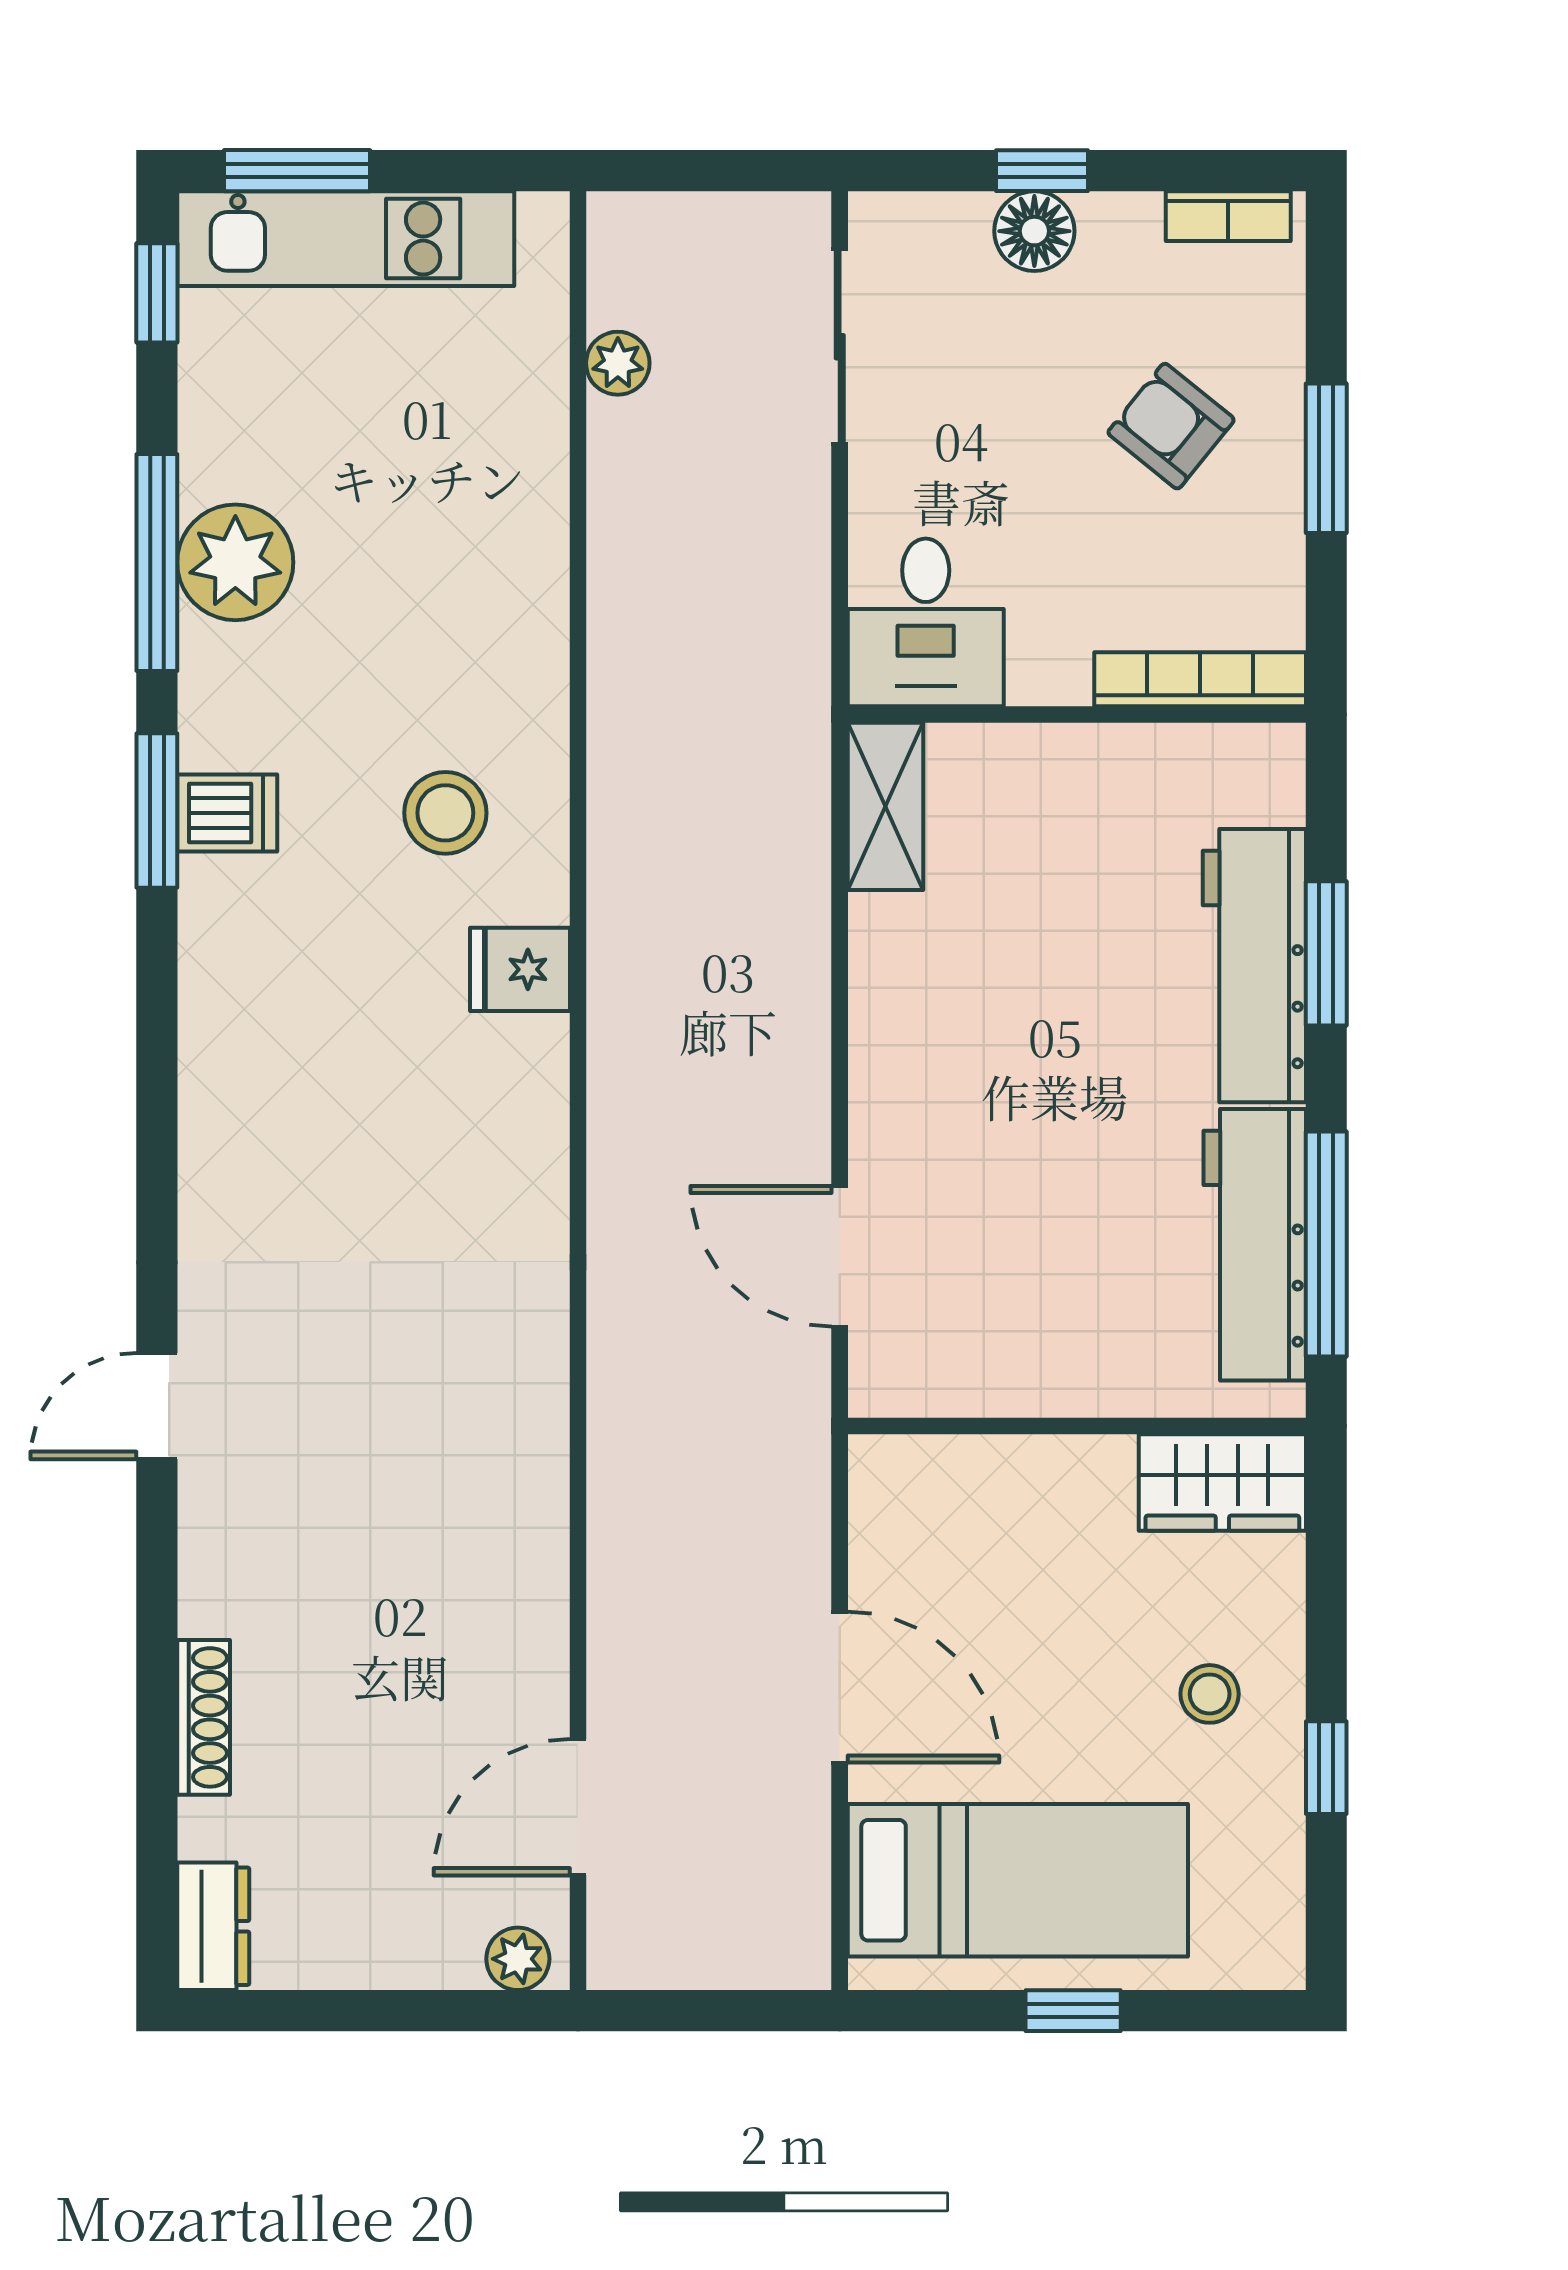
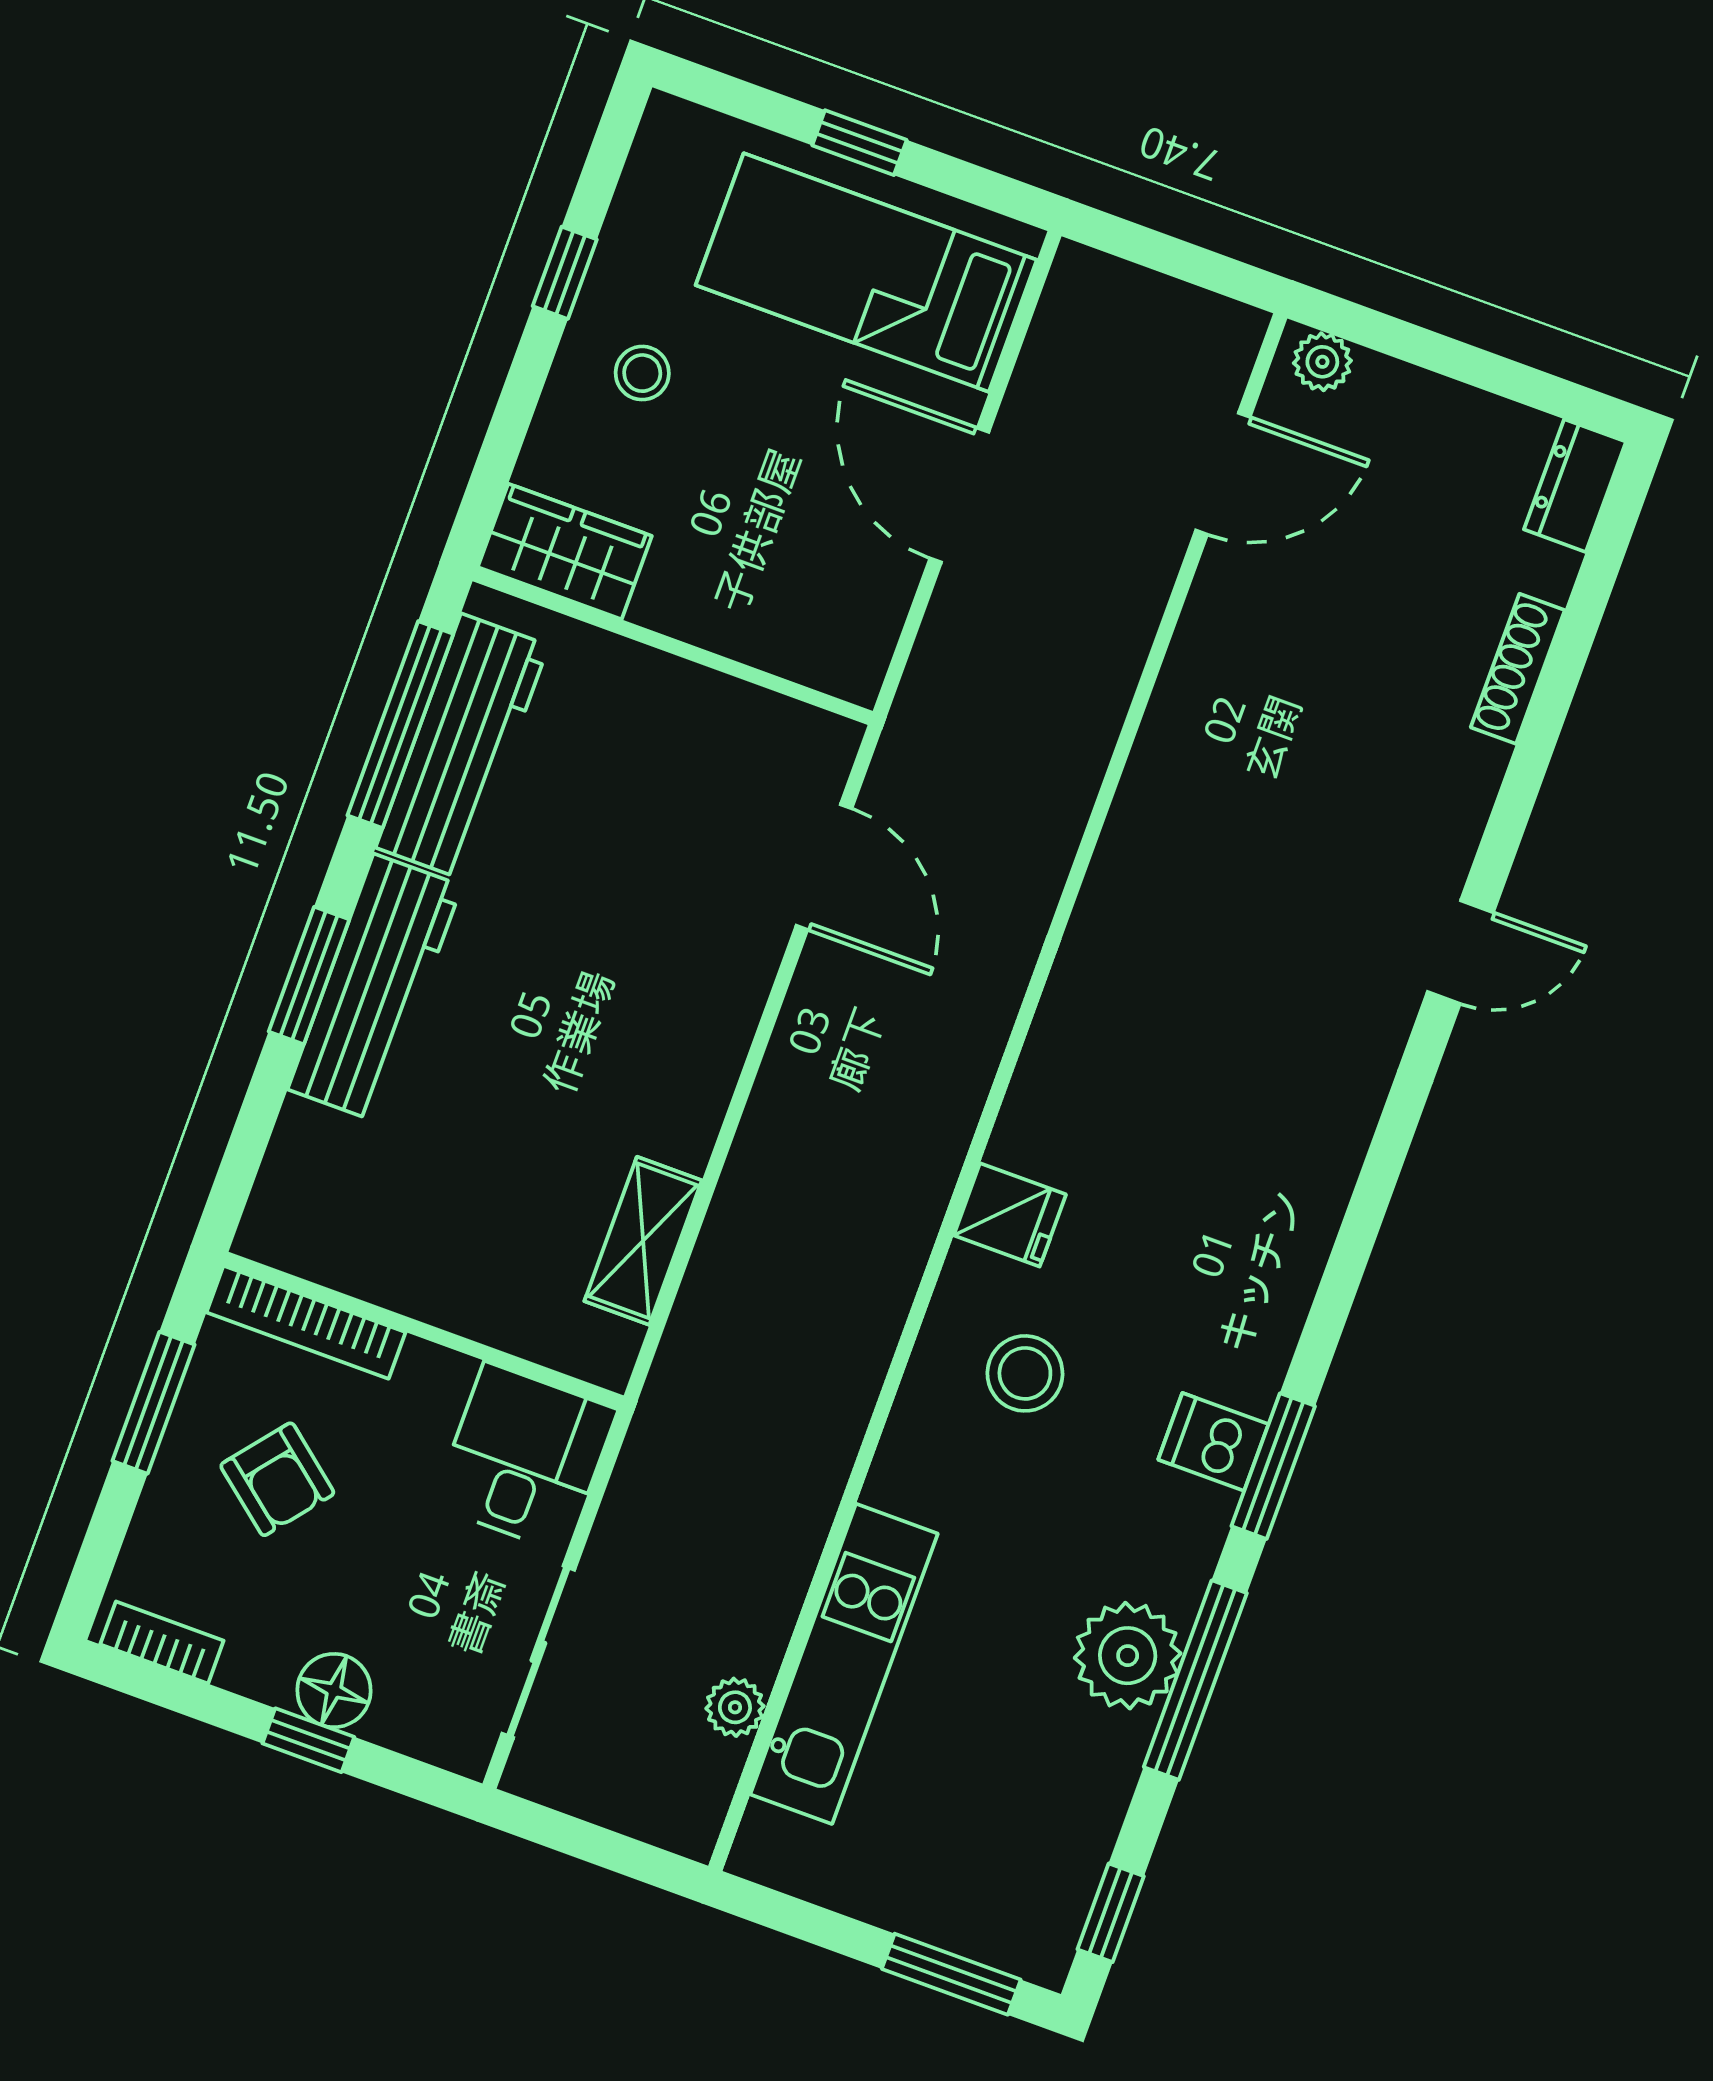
kitchen unit: (346, 239) -> (844, 1664), moved, turned 90
desk: (926, 622) -> (525, 1458), moved
bookcase: (1200, 679) -> (306, 1322), moved
wall: (1077, 714) -> (423, 1331), moved

